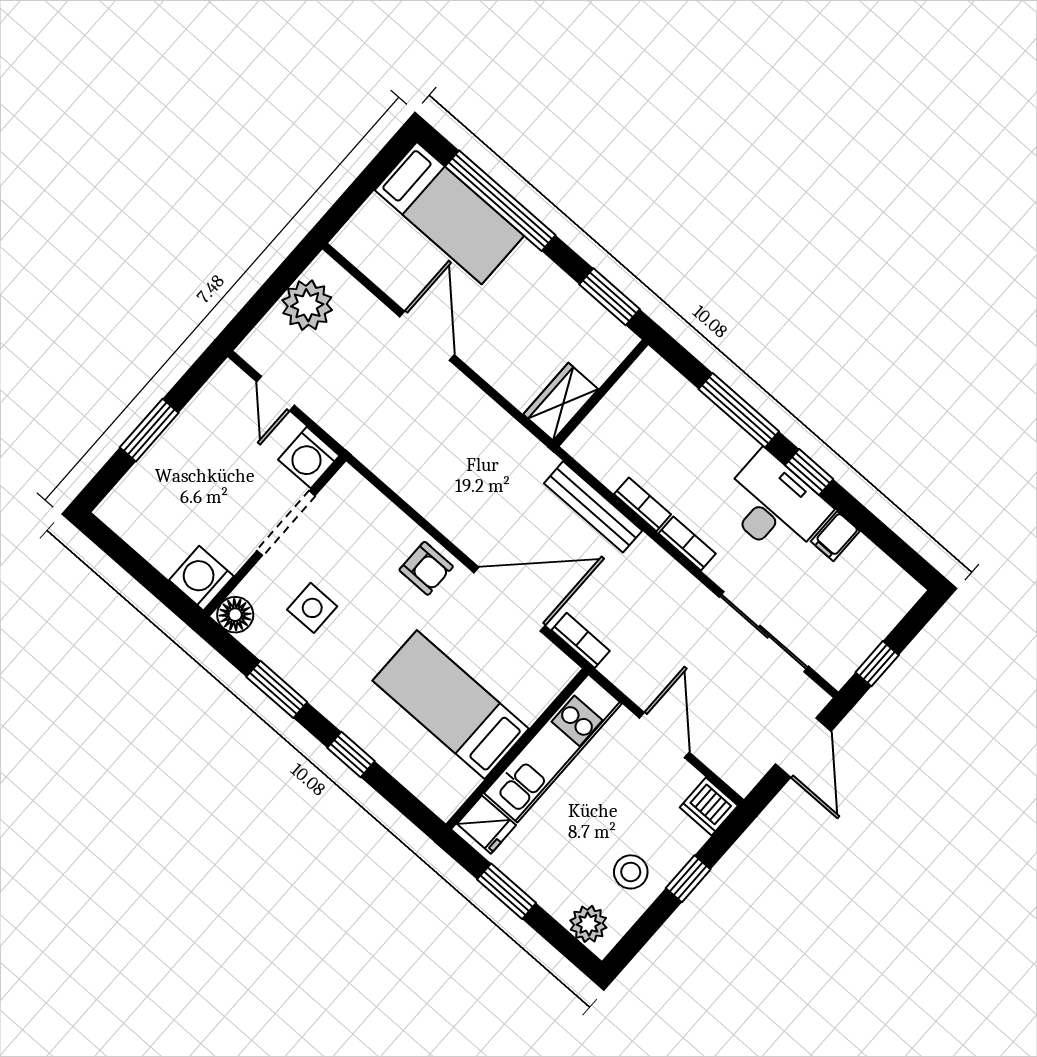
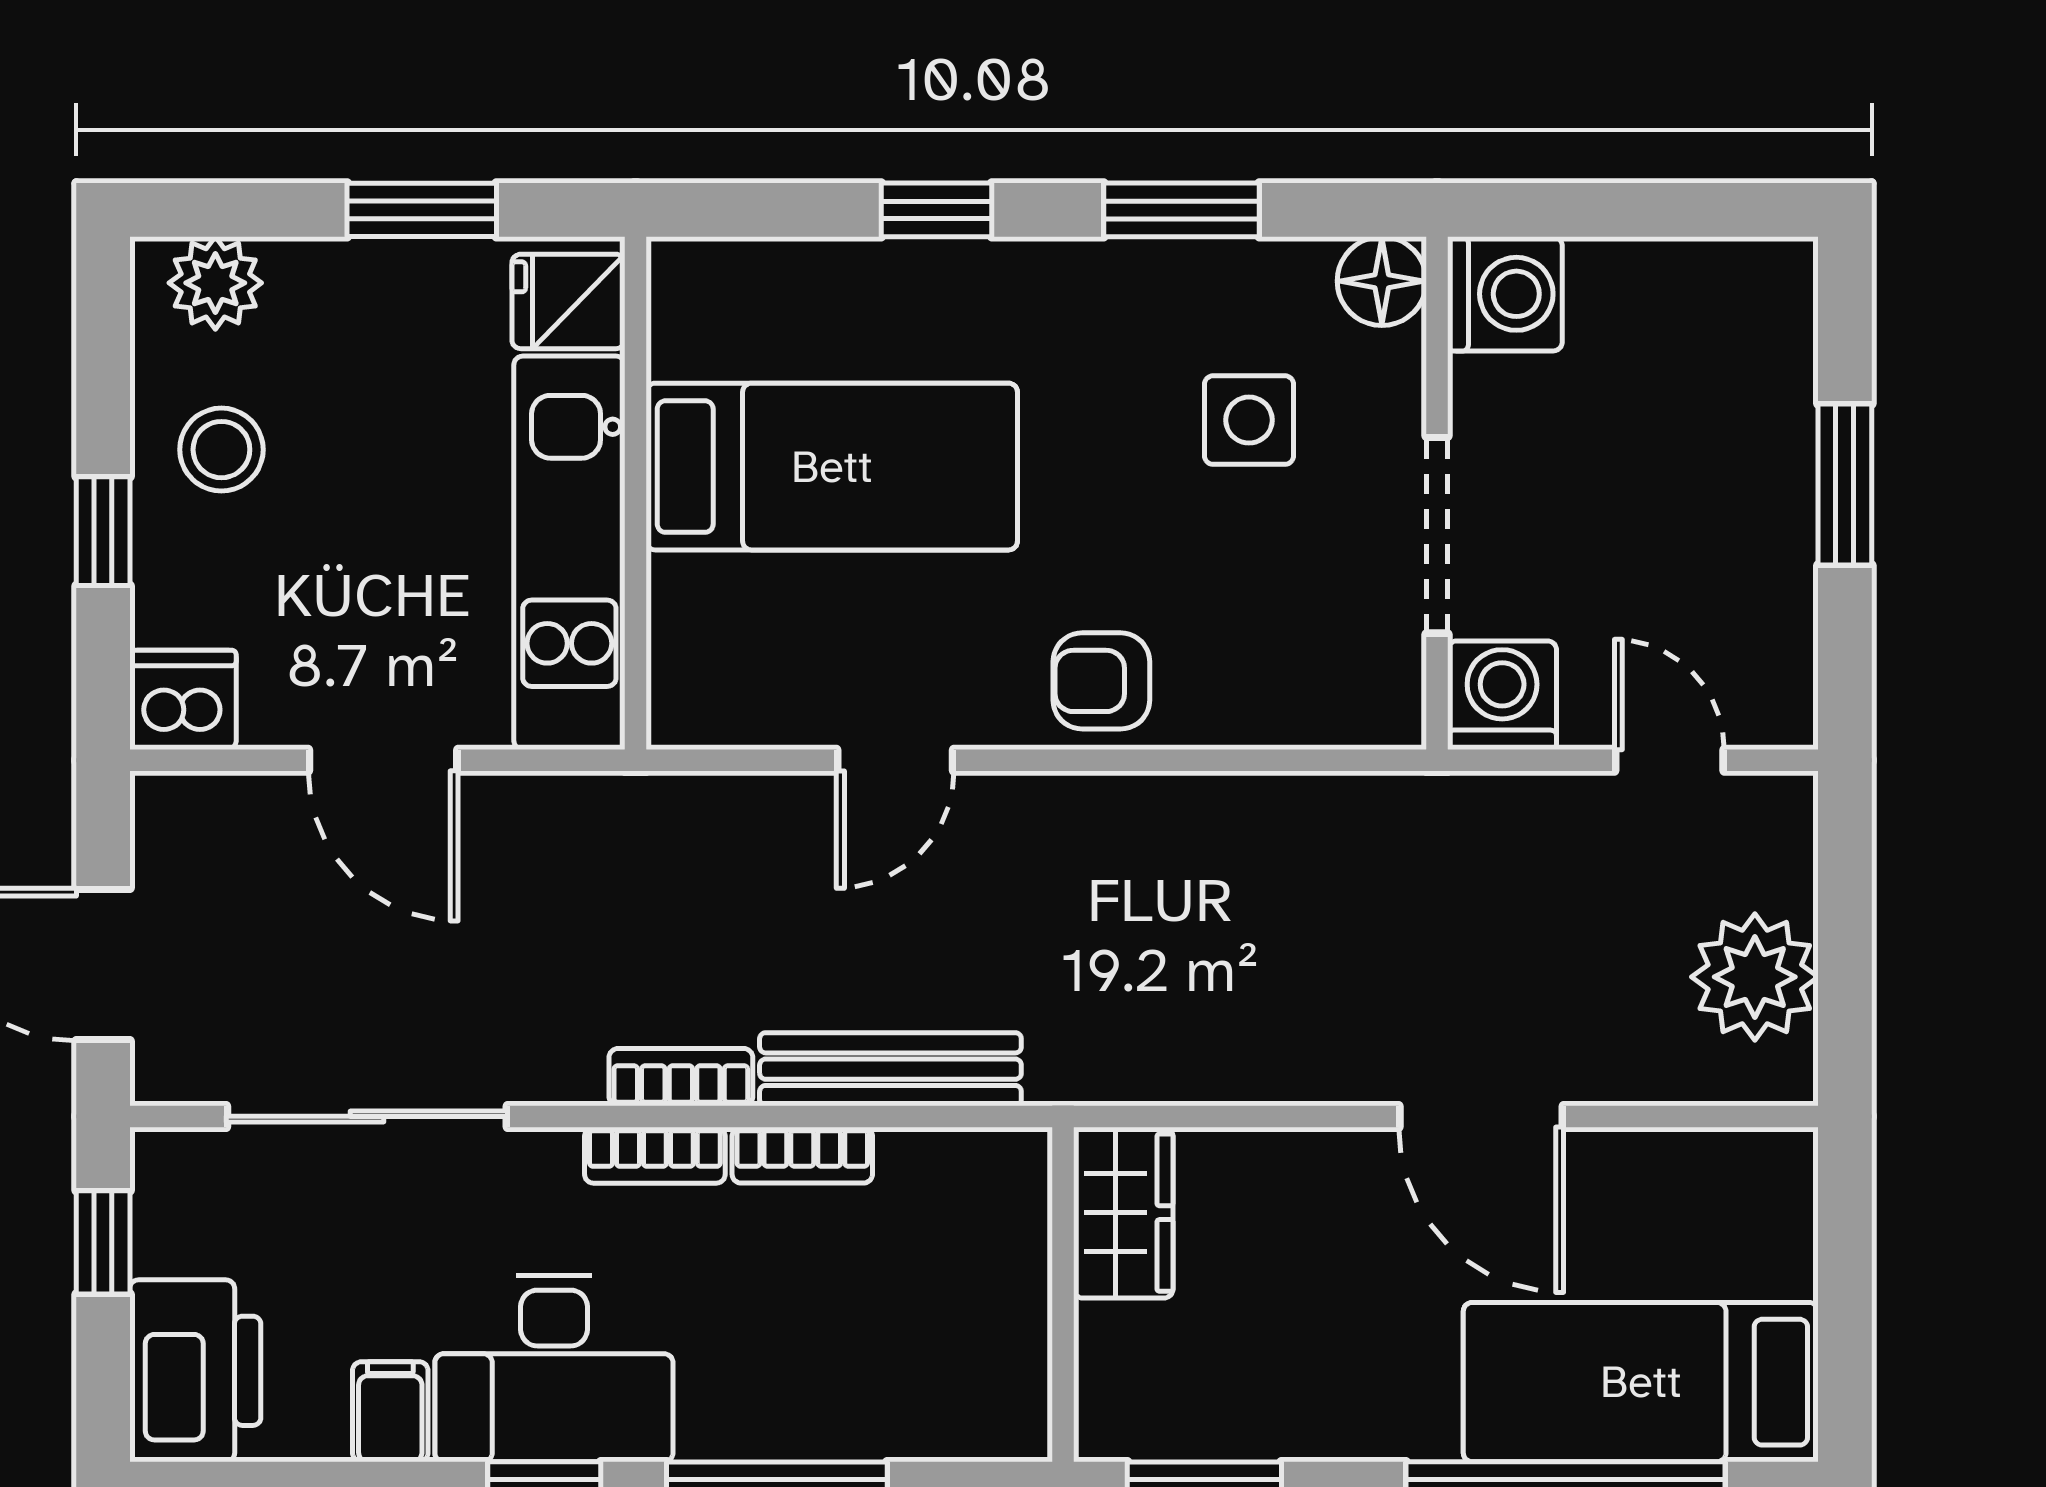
door: (510, 599) -> (895, 760), width x0.53
printer: (883, 600) -> (195, 1371), added
bookcase: (581, 640) -> (681, 1077), moved, turned 180

